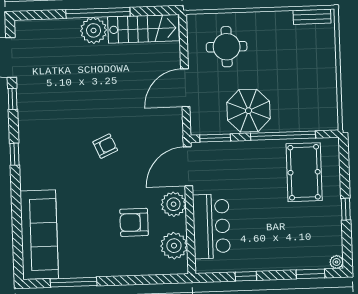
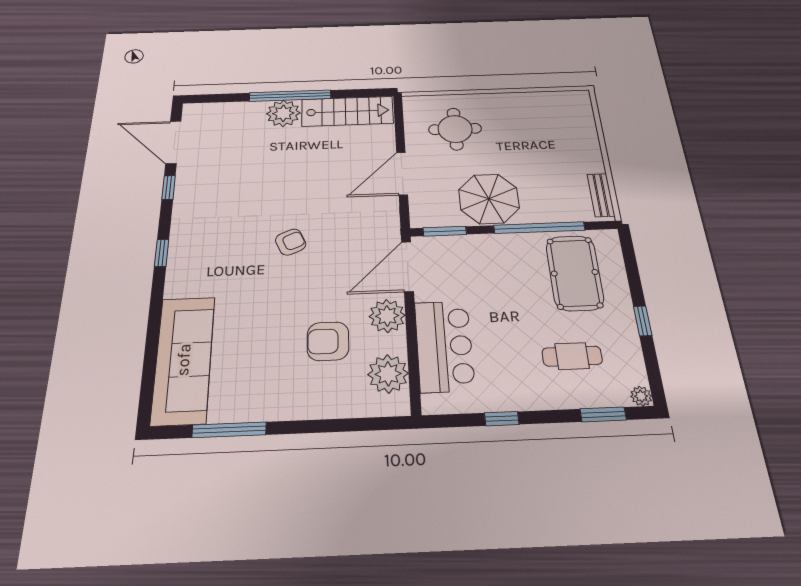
bench: (312, 17) -> (601, 195), moved, turned 90
cafe table: (295, 234) -> (572, 356), added

